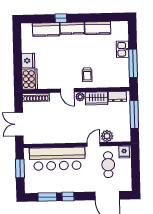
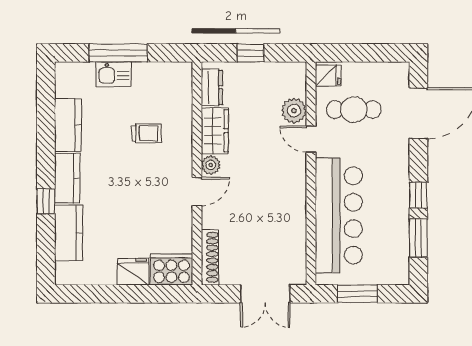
window: (133, 63) -> (118, 53), moved
trolley: (87, 75) -> (146, 133), moved
window: (134, 115) -> (251, 53), width x0.46

